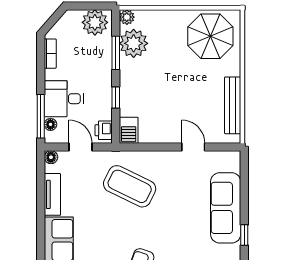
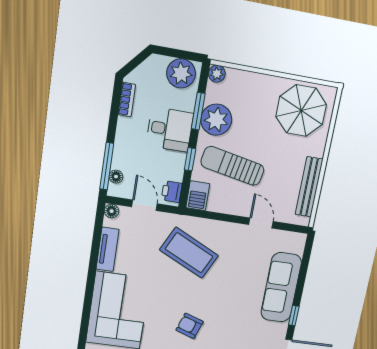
plant: (134, 43) -> (216, 120), moved
sun lounger: (156, 97) -> (233, 166), added
desk: (64, 99) -> (170, 129), moved, turned 180

